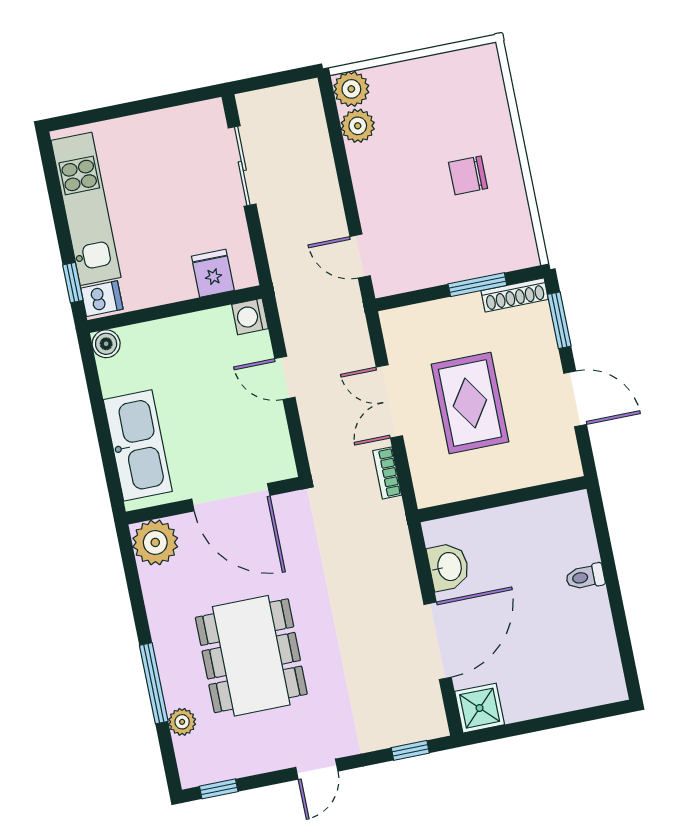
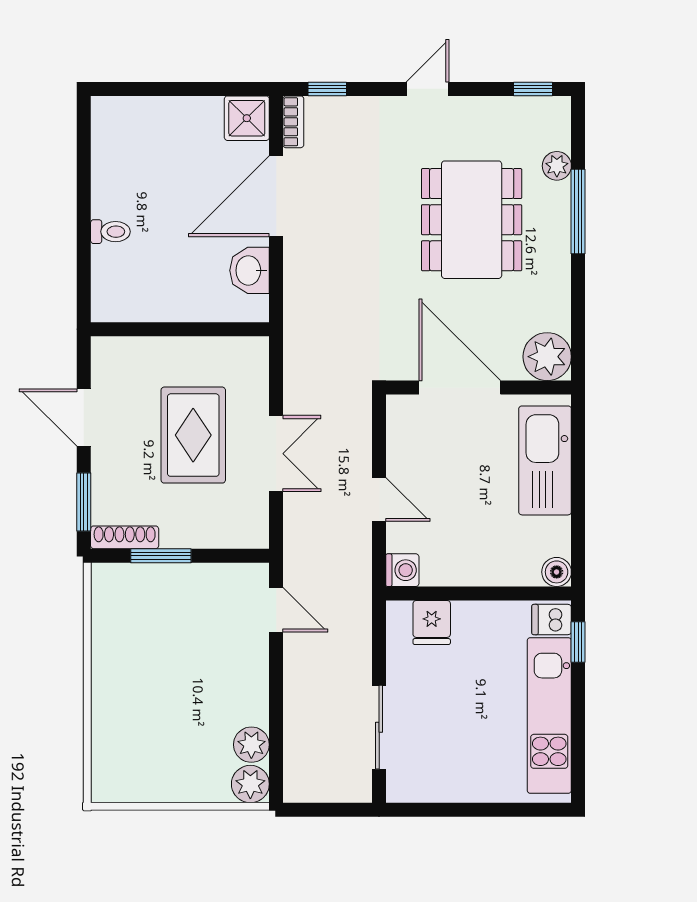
chair: (468, 175) -> (148, 670), removed
bookcase: (387, 473) -> (293, 122), moved

